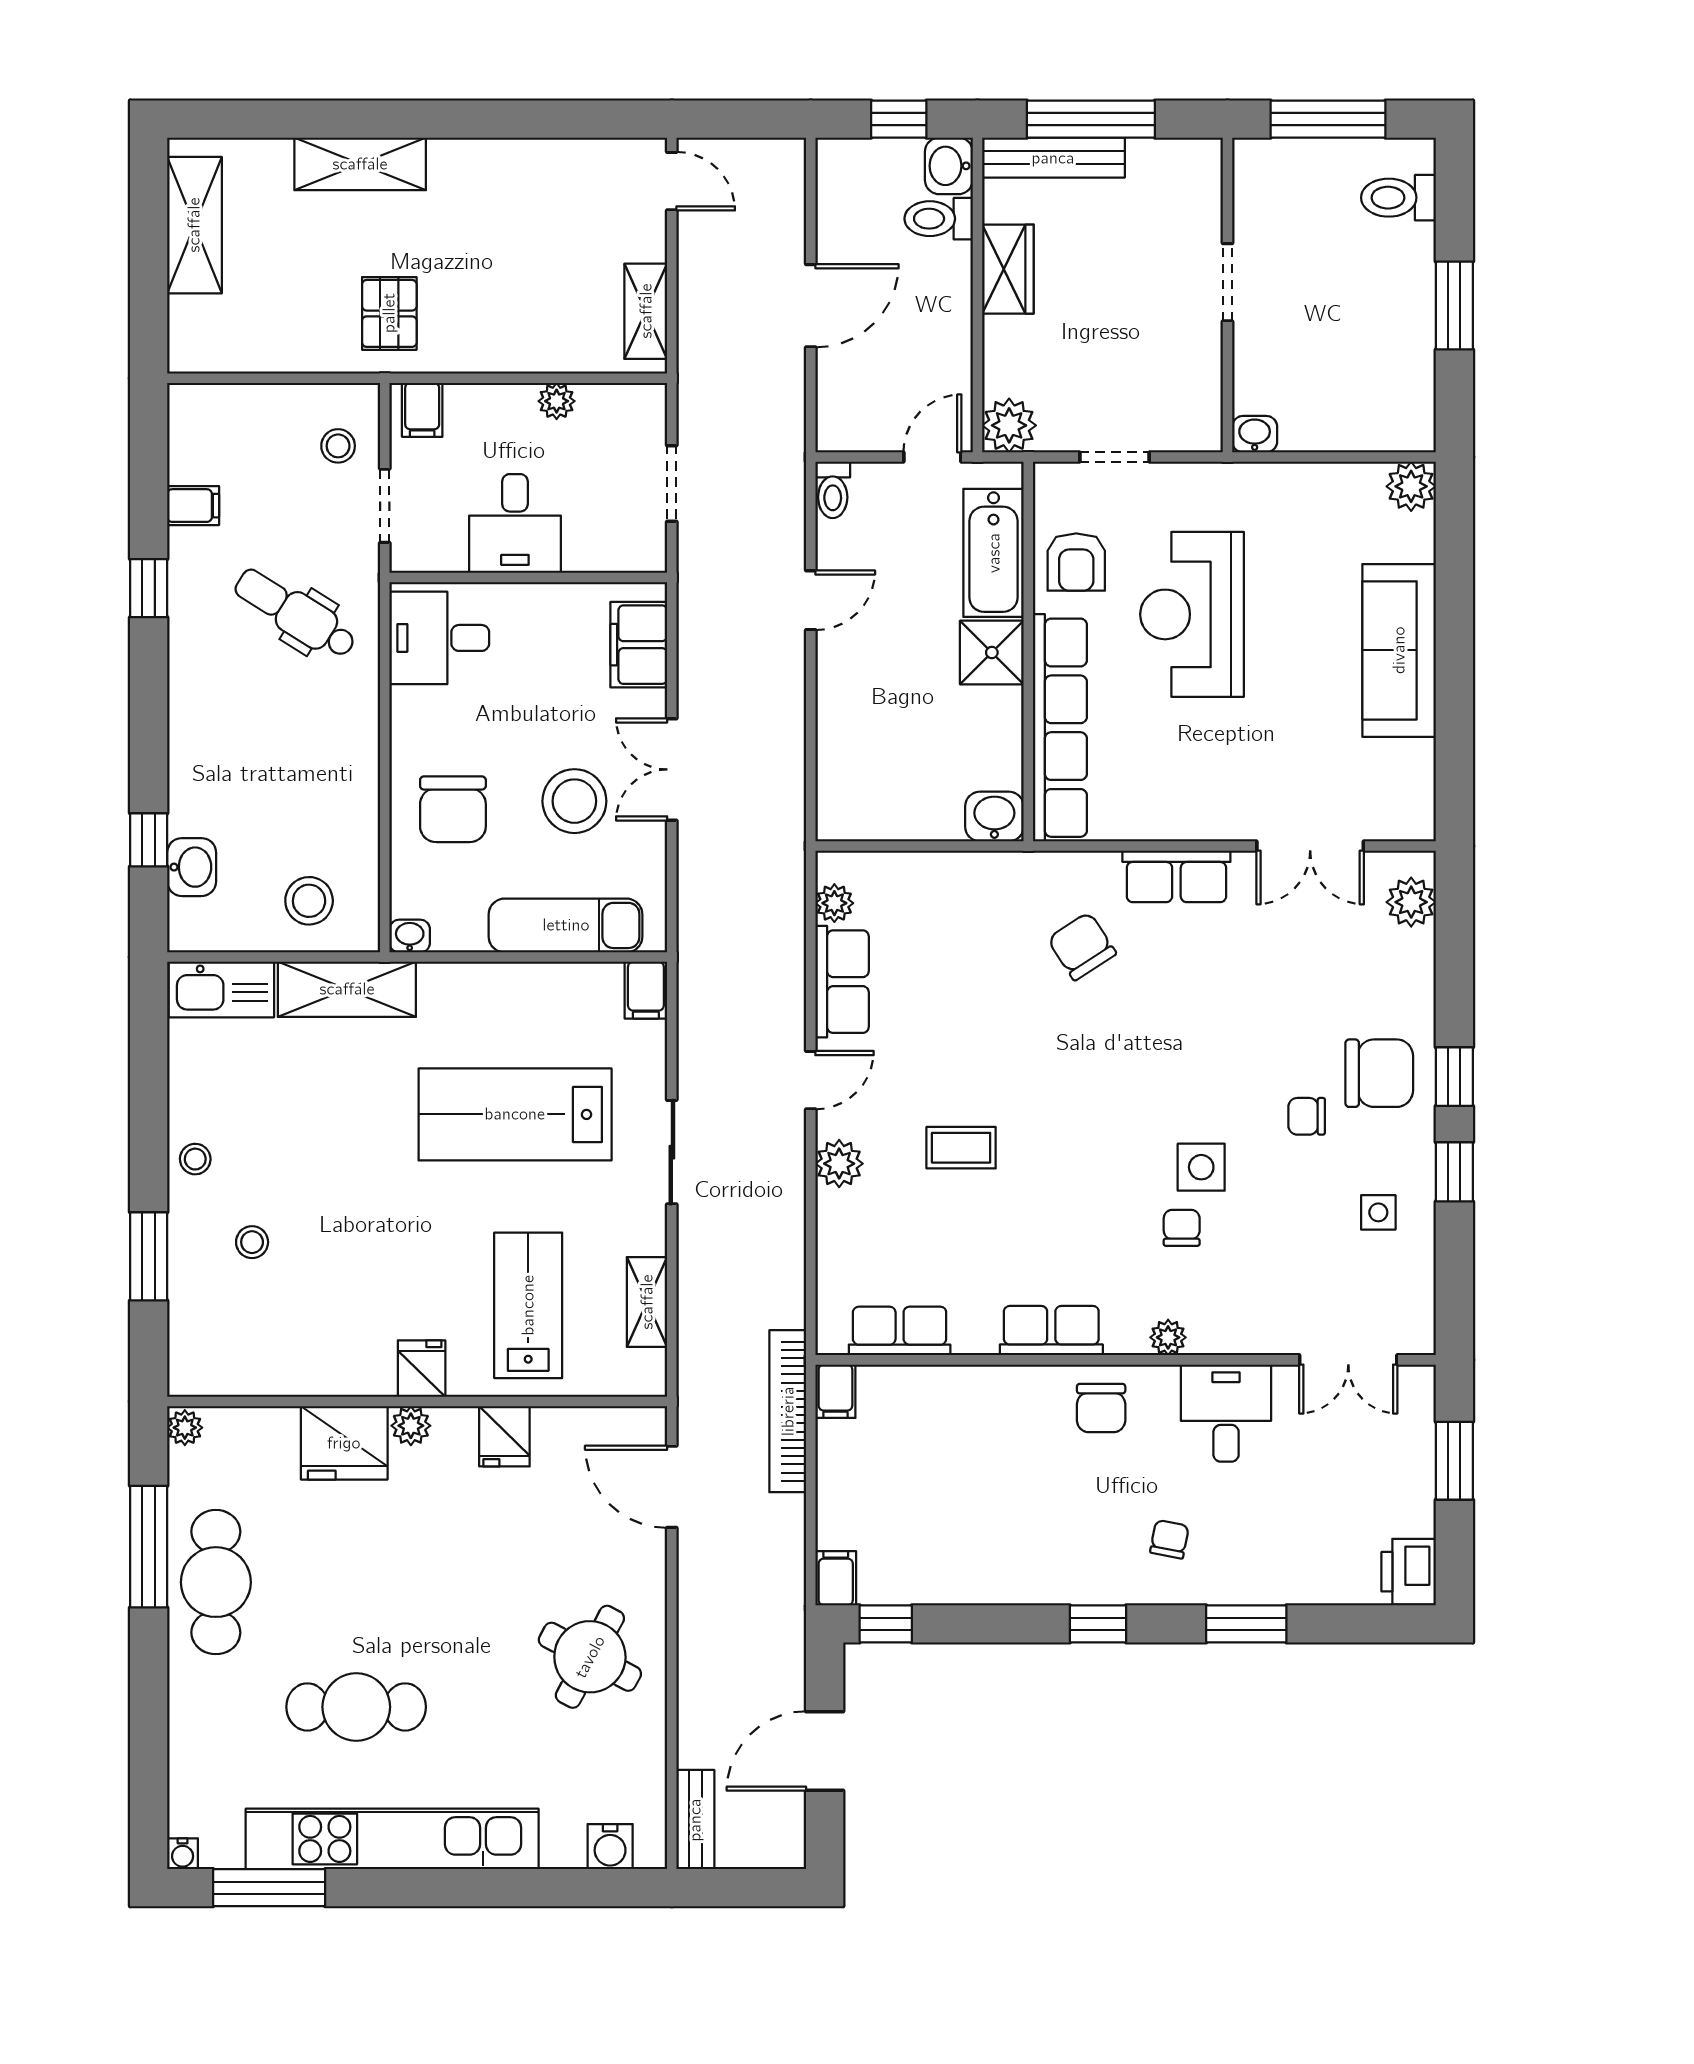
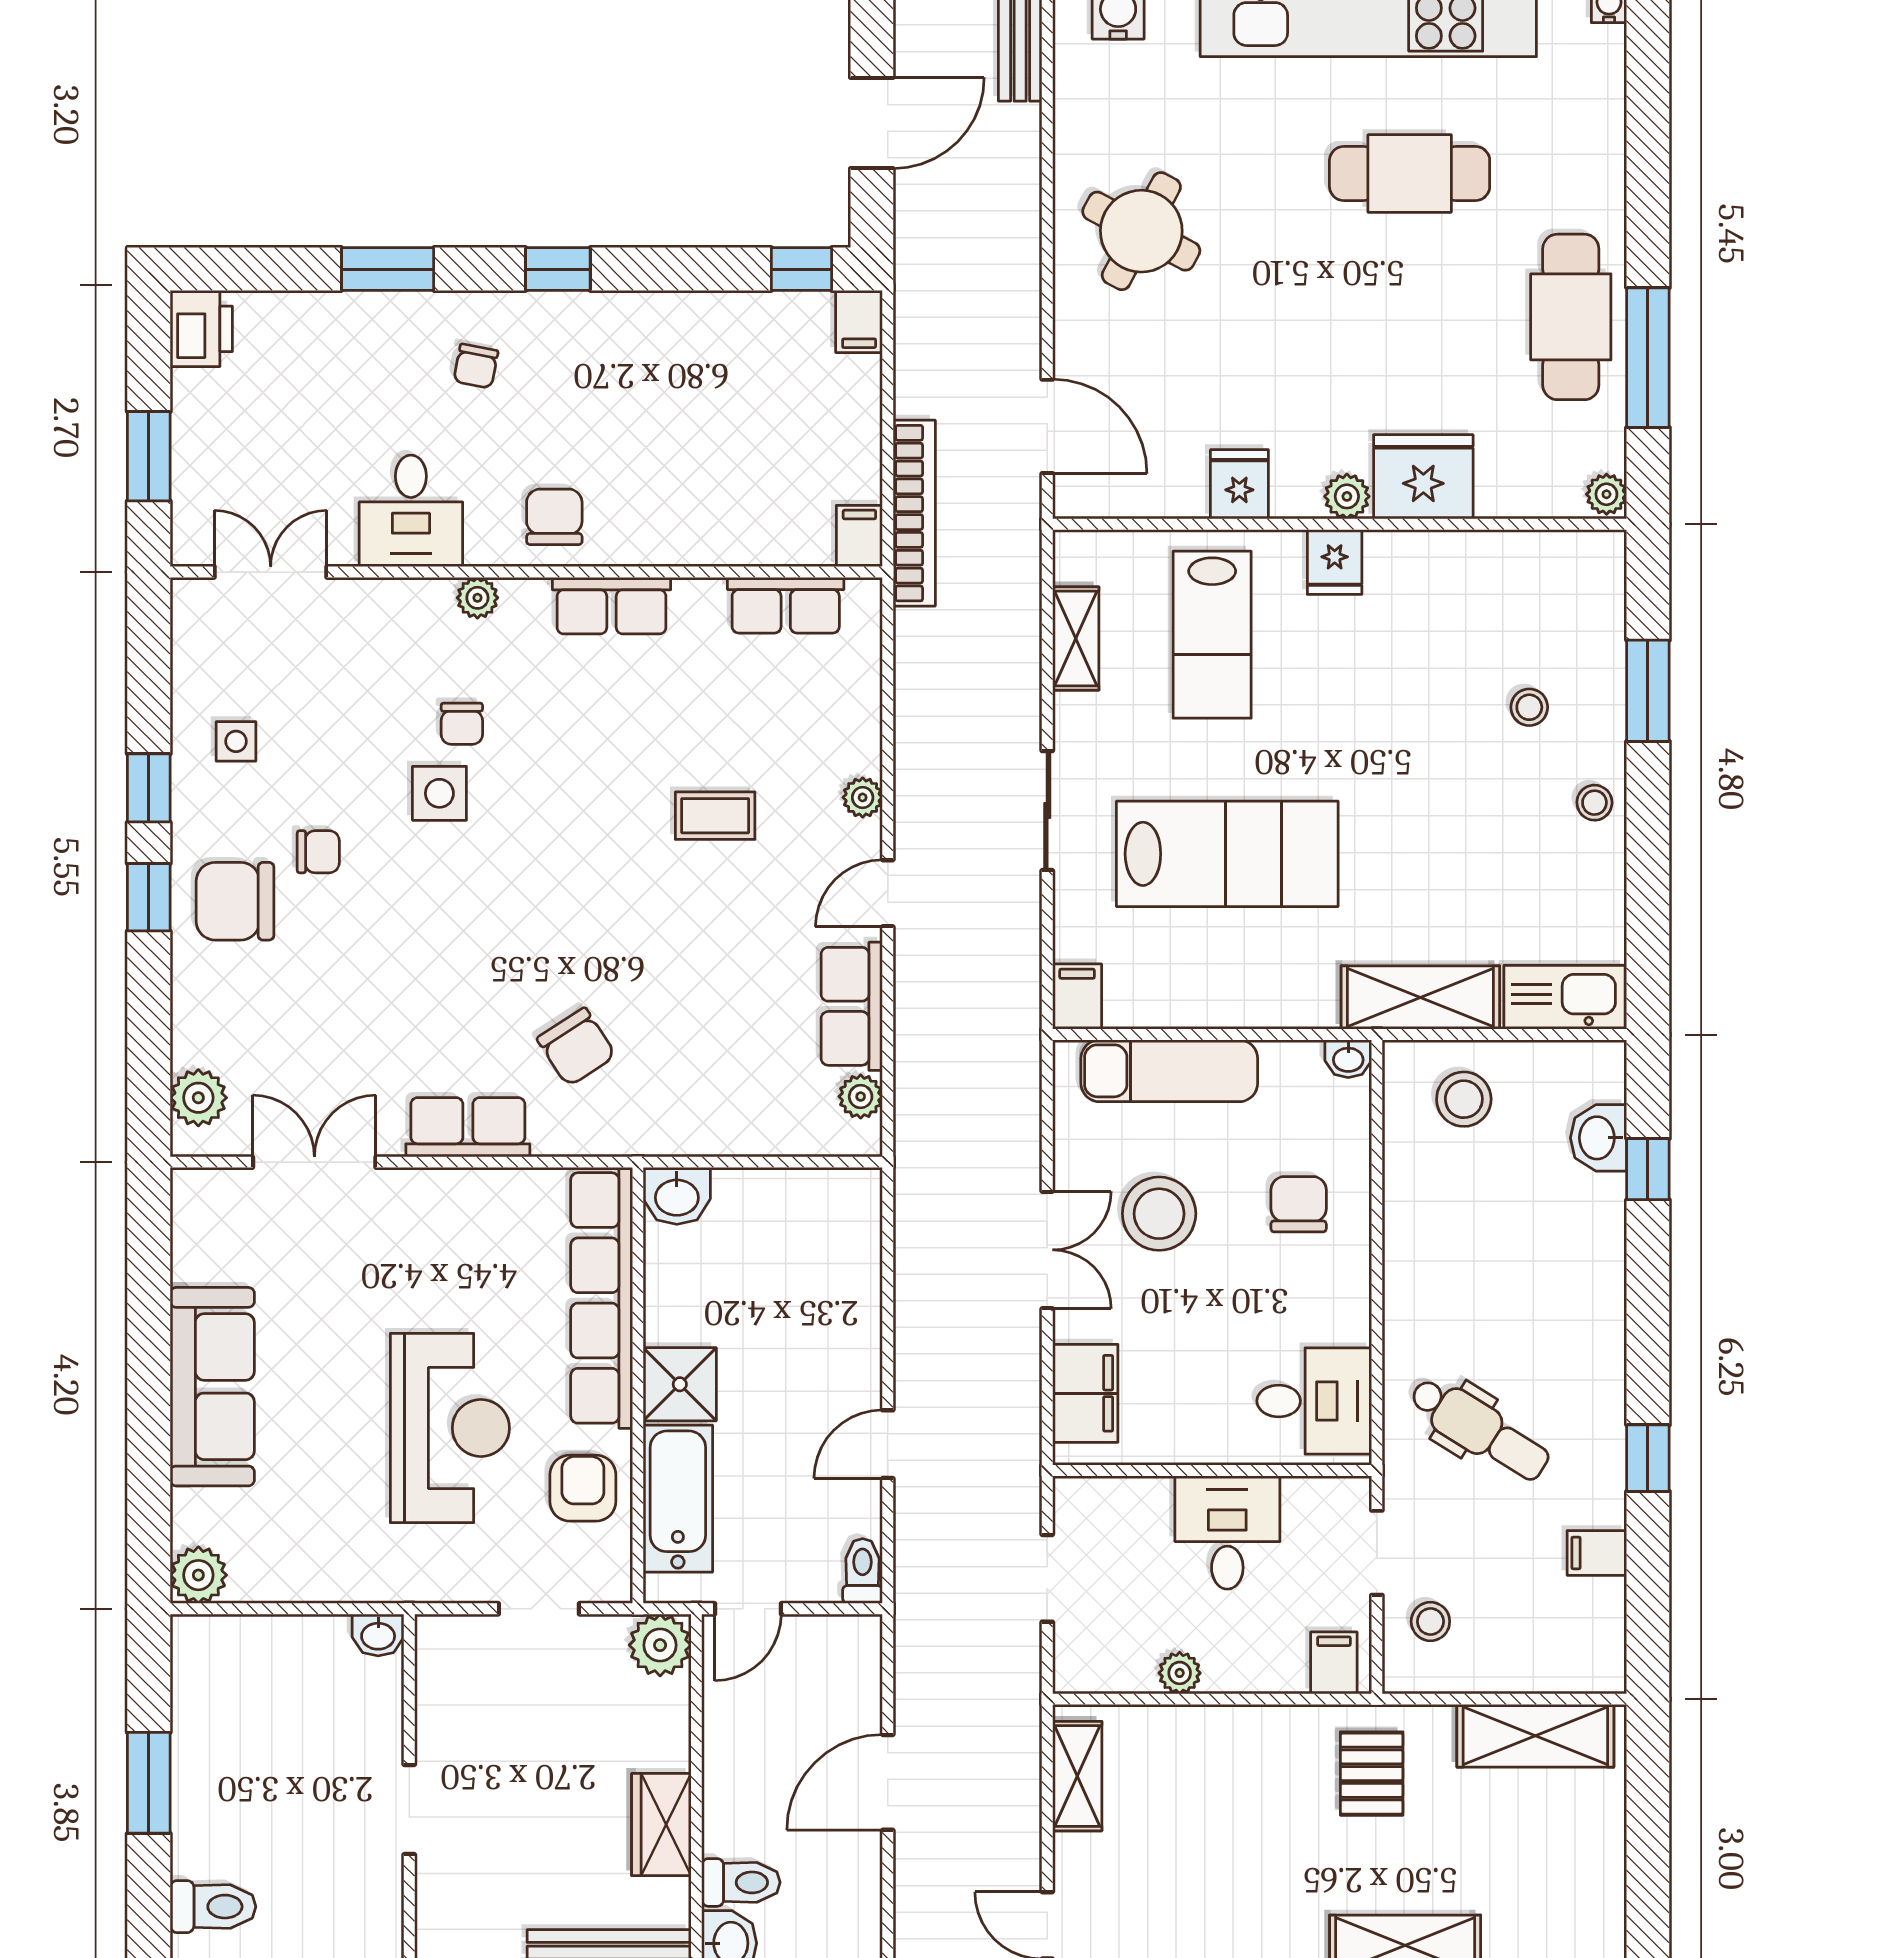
shelving: (194, 225) -> (1535, 1736), moved, turned 90
chair: (453, 809) -> (1299, 1204), width x0.73, depth x0.73
plant: (839, 1164) -> (863, 797), width x0.73, depth x0.73

